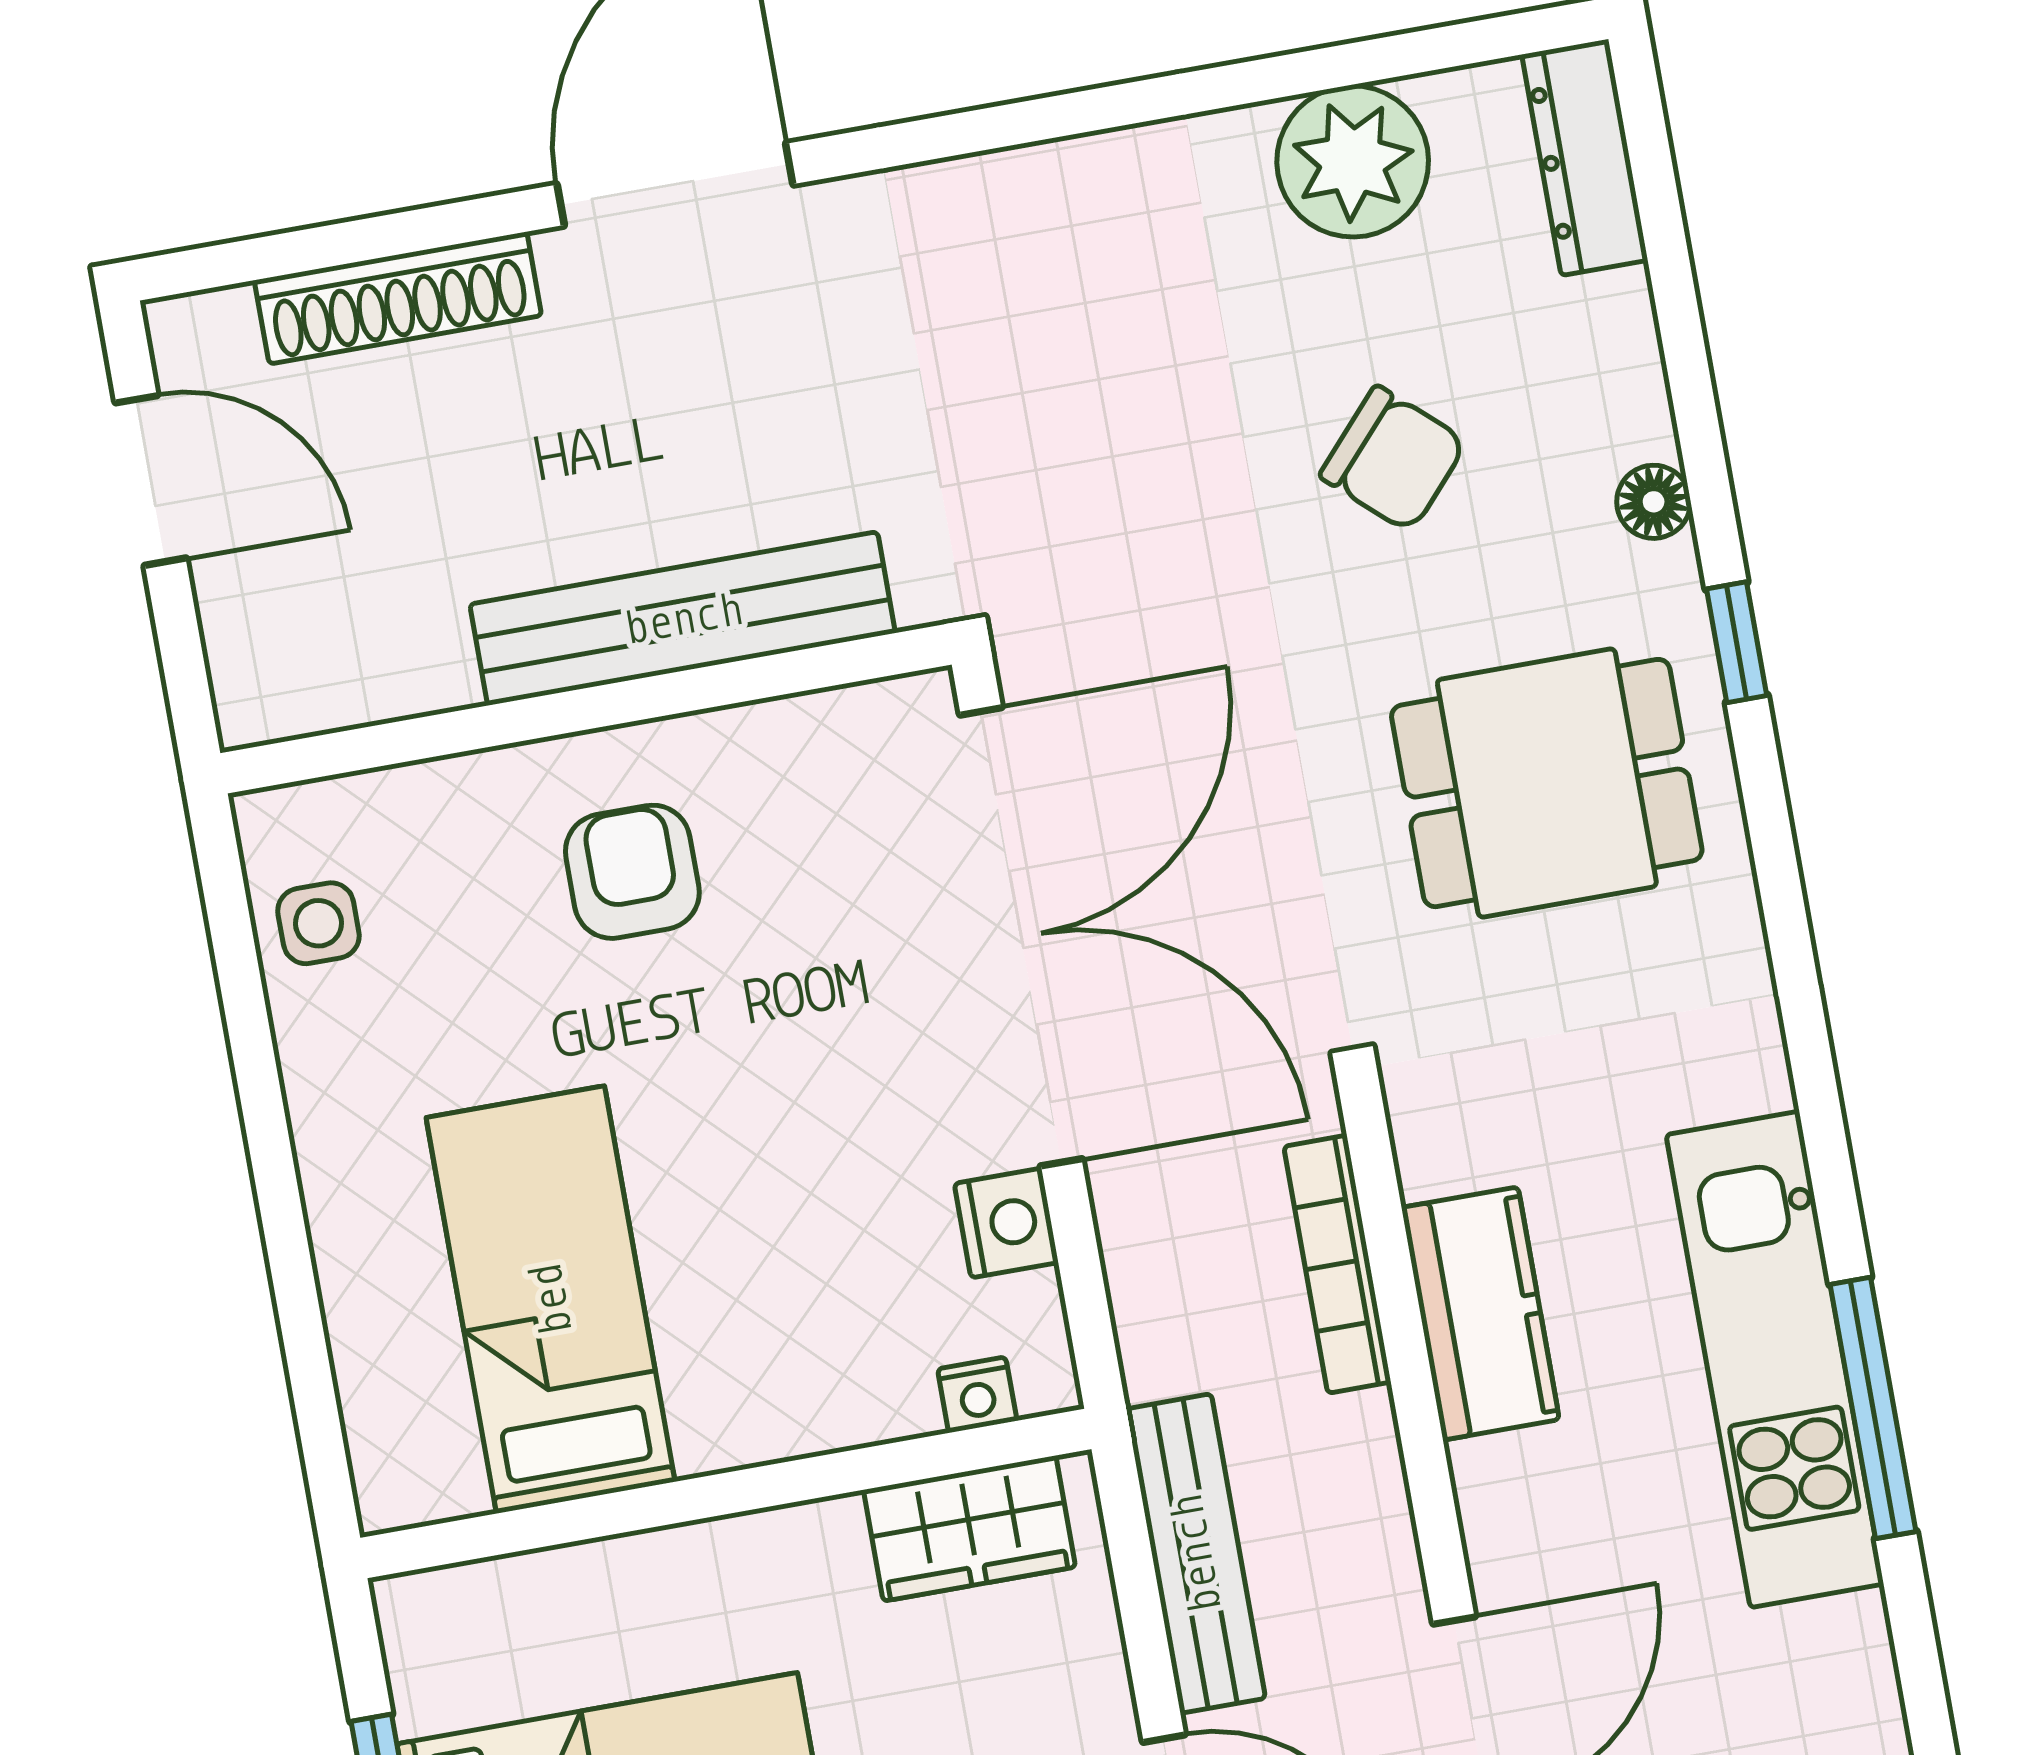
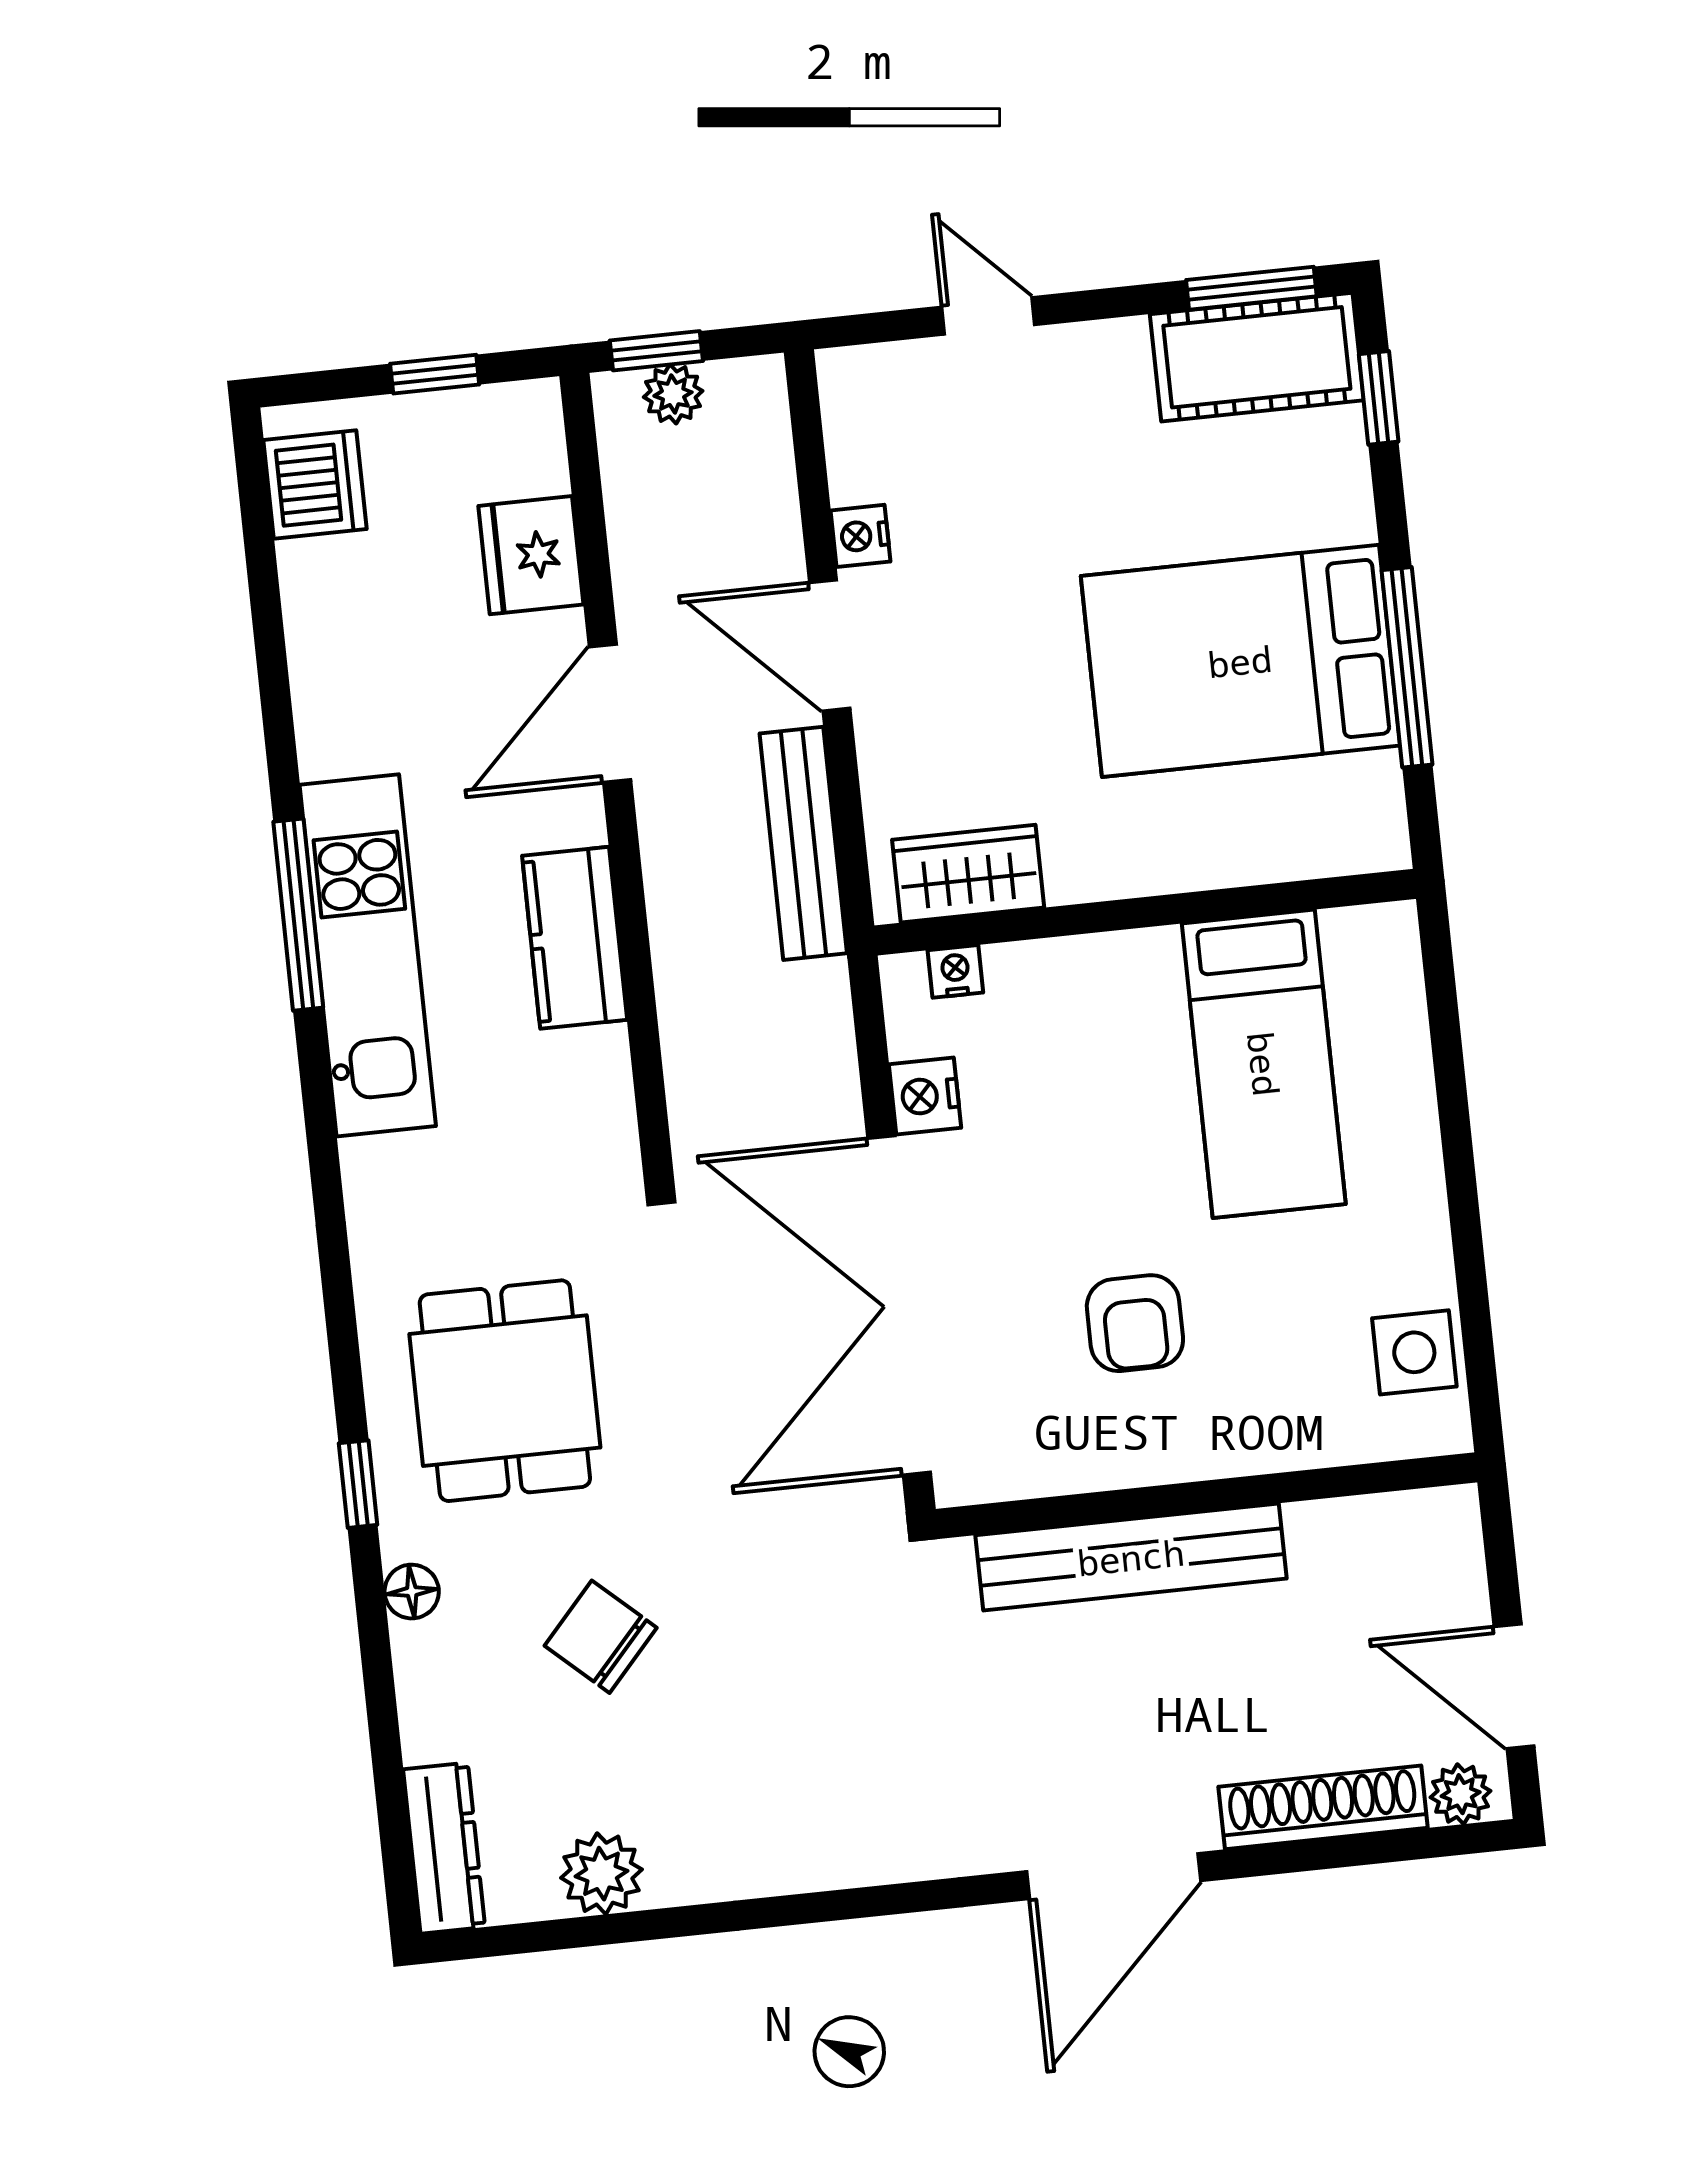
plant: (1353, 161) -> (602, 1874), width x0.73, depth x0.73
plant: (213, 329) -> (1461, 1794), added
dining table: (1547, 783) -> (505, 1391), turned 90
armchair: (632, 872) -> (1135, 1323), moved
side table: (318, 923) -> (1414, 1352), width x1.37, depth x1.37
bookcase: (1337, 1264) -> (684, 1048), removed
kitchen counter: (1480, 1314) -> (575, 938), moved

